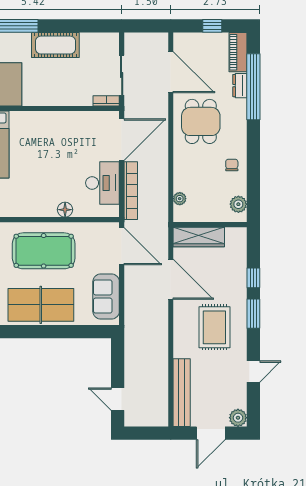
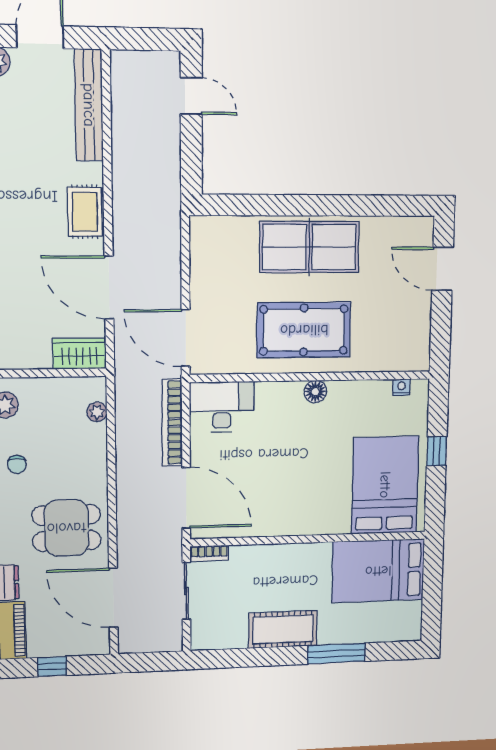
dining table: (201, 121) -> (66, 528), turned 90
door: (122, 140) -> (186, 498), swing flipped
desk: (102, 183) -> (222, 407), moved, turned 90
floor lamp: (65, 210) -> (315, 392), moved
wardrobe: (199, 237) -> (79, 354), width x0.67
sofa: (106, 297) -> (209, 260), removed
rug: (214, 327) -> (85, 212), moved, width x0.73, depth x0.70

